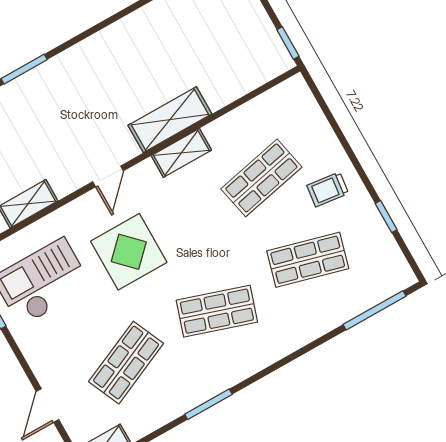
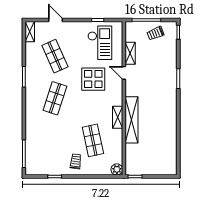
plant: (295, 91) -> (117, 169), added
shelving: (170, 120) -> (132, 120), width x1.47
door: (108, 176) -> (124, 73), moved
shop shelf: (308, 260) -> (55, 140), removed

